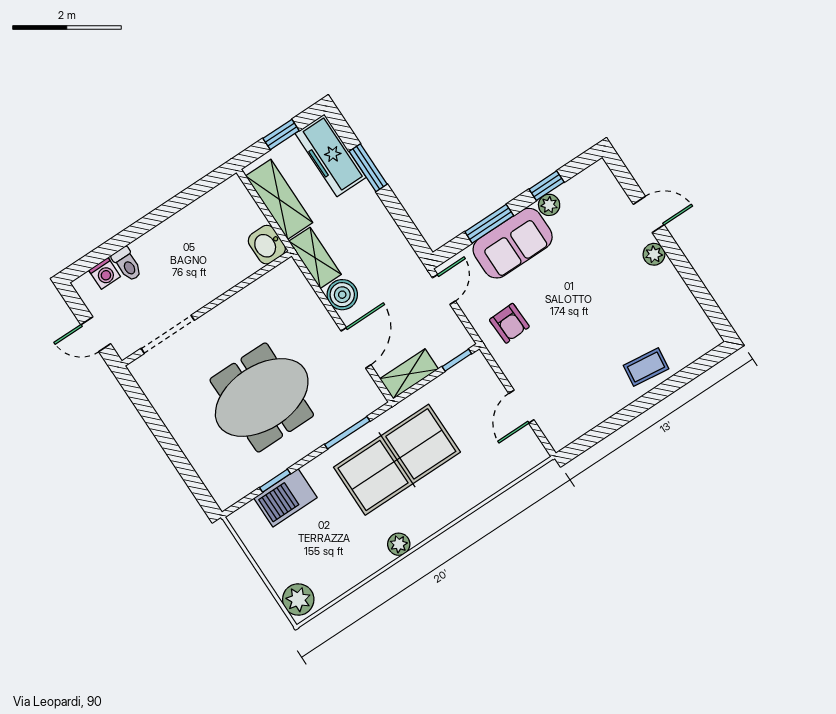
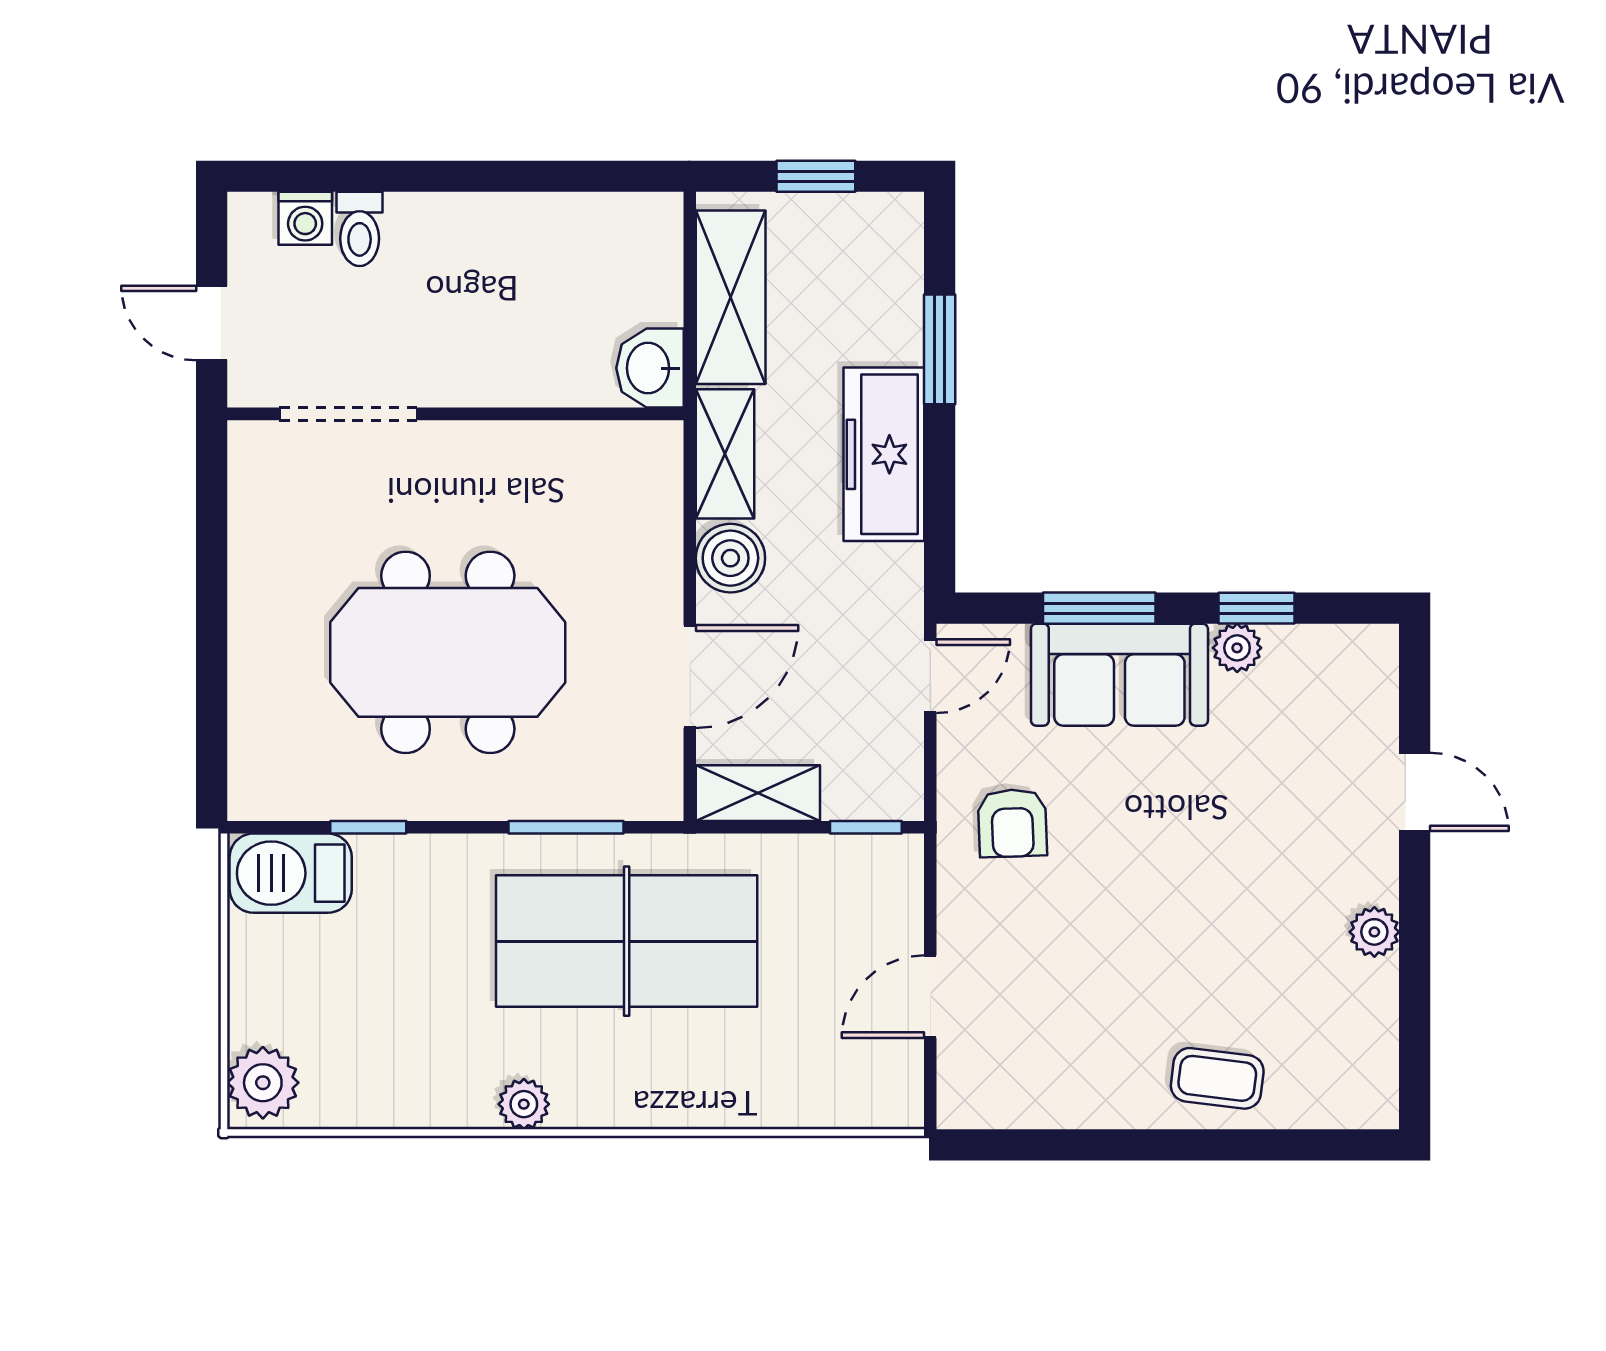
freezer: (331, 155) -> (884, 454), moved
plant: (654, 254) -> (1374, 932), moved
barbecue: (285, 498) -> (291, 873), moved

